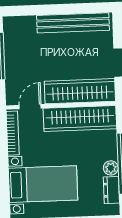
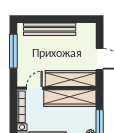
bench: (73, 23) -> (50, 29), moved

